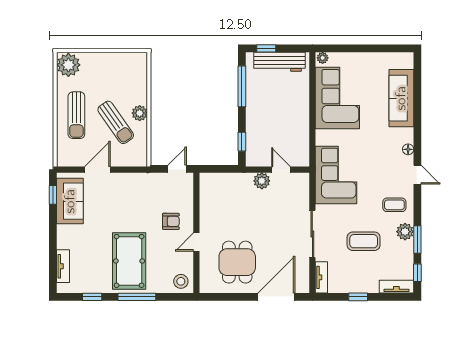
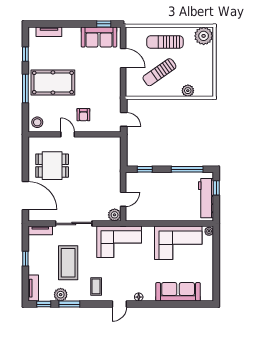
plant: (140, 113) -> (188, 91), moved
plant: (262, 181) -> (115, 215), moved
plant: (405, 232) -> (61, 295), moved
coffee table: (364, 241) -> (68, 263), width x1.36, depth x1.32

